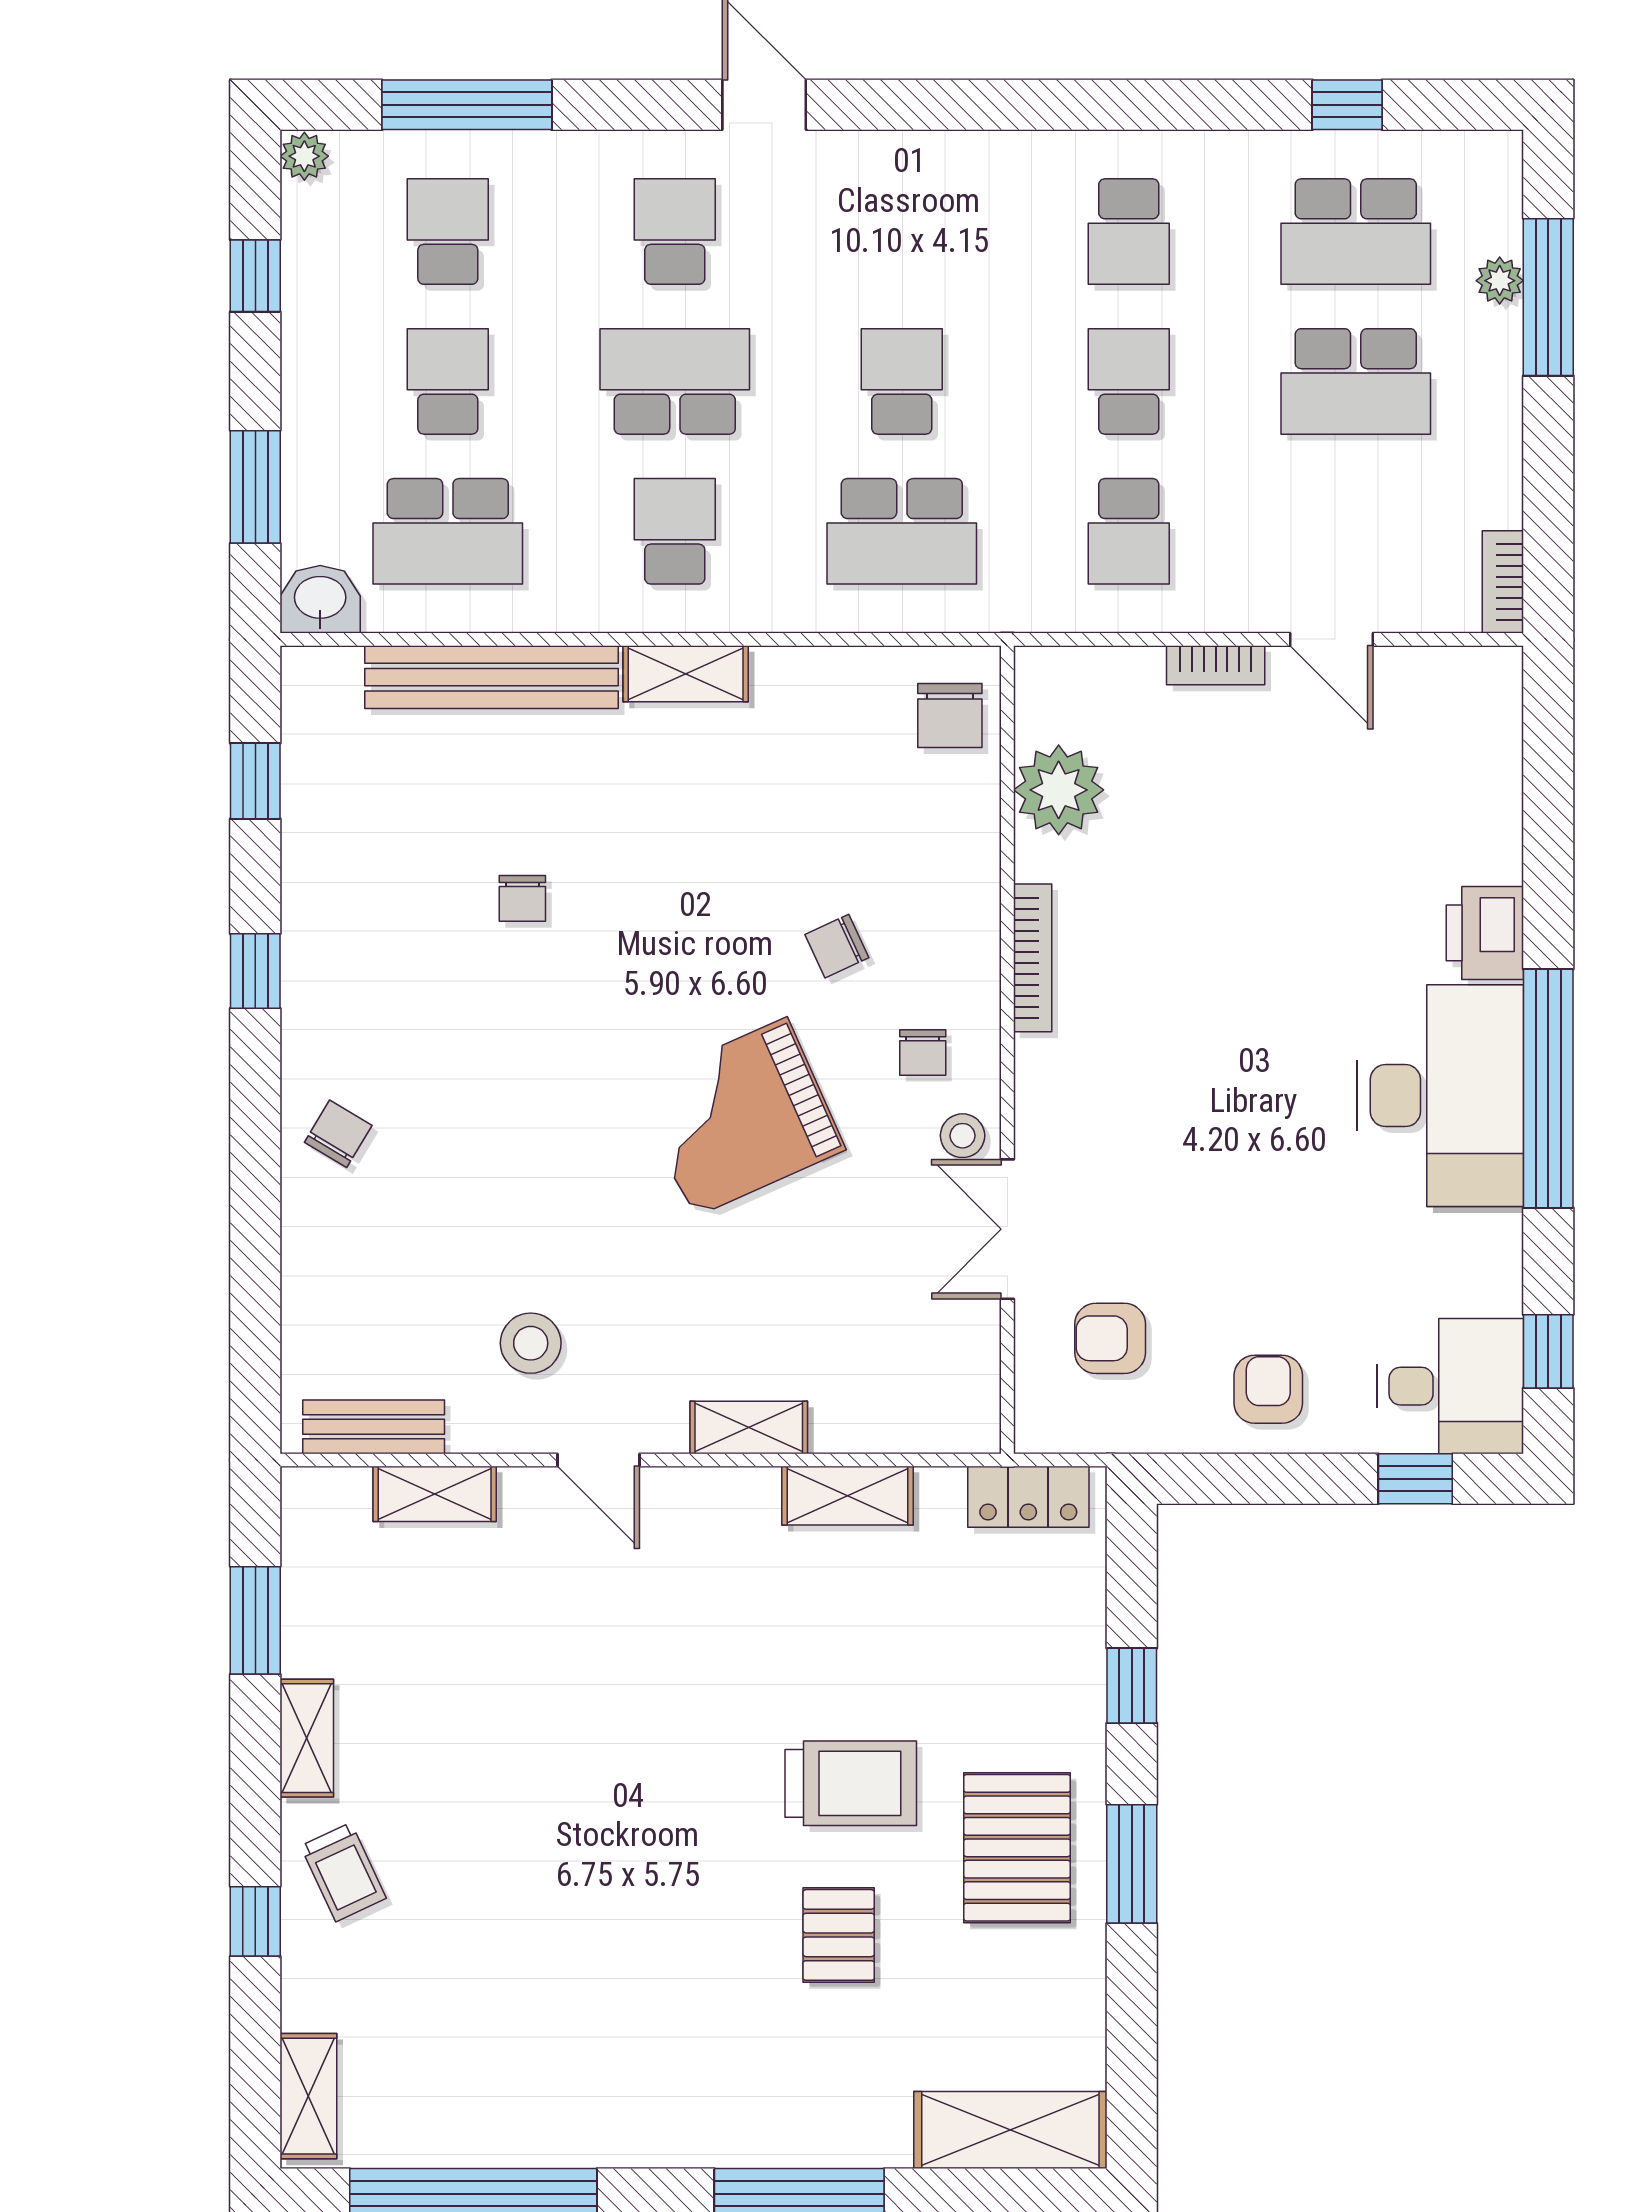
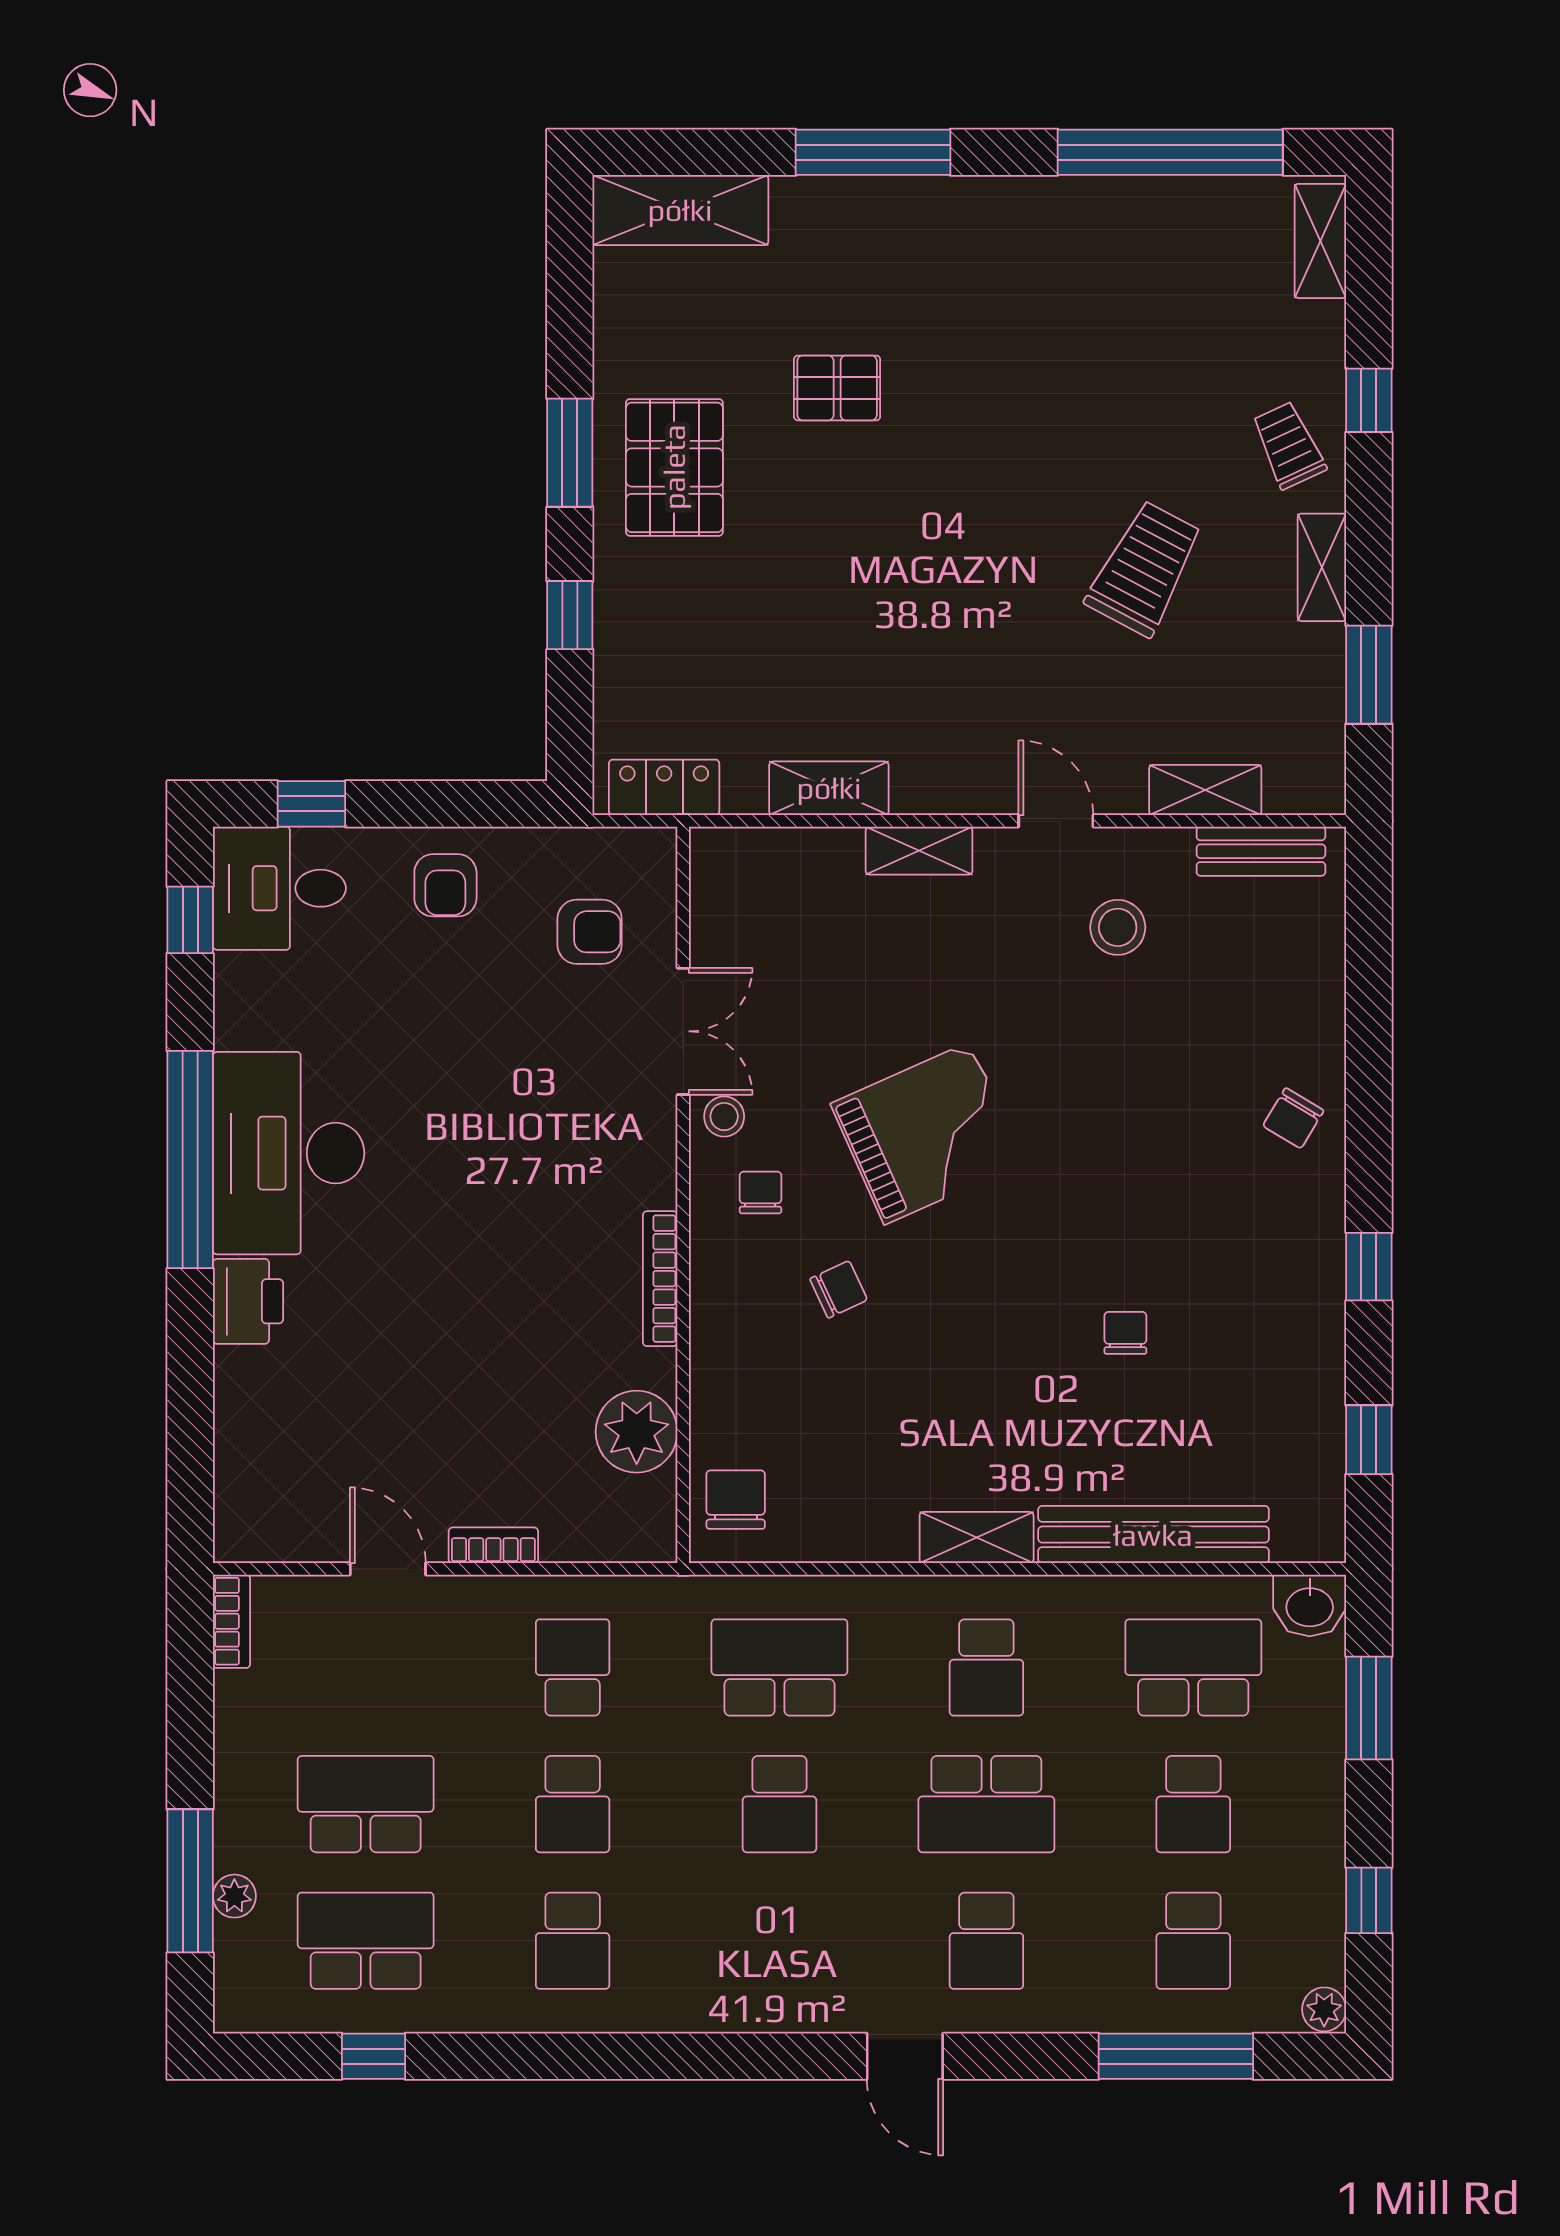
school desk: (1129, 232) -> (573, 1941), turned 180
trolley: (851, 1783) -> (1145, 568), moved, turned 118
pallet: (839, 1935) -> (837, 388), turned 90

